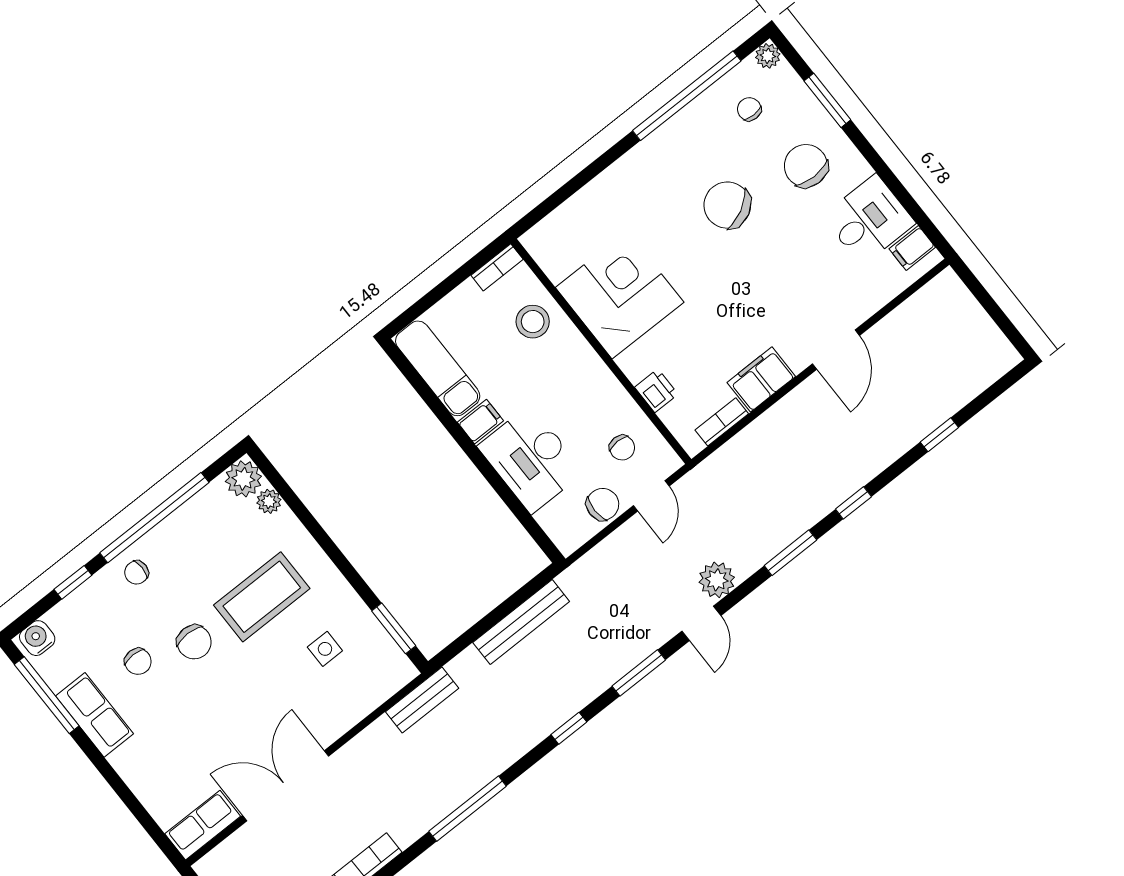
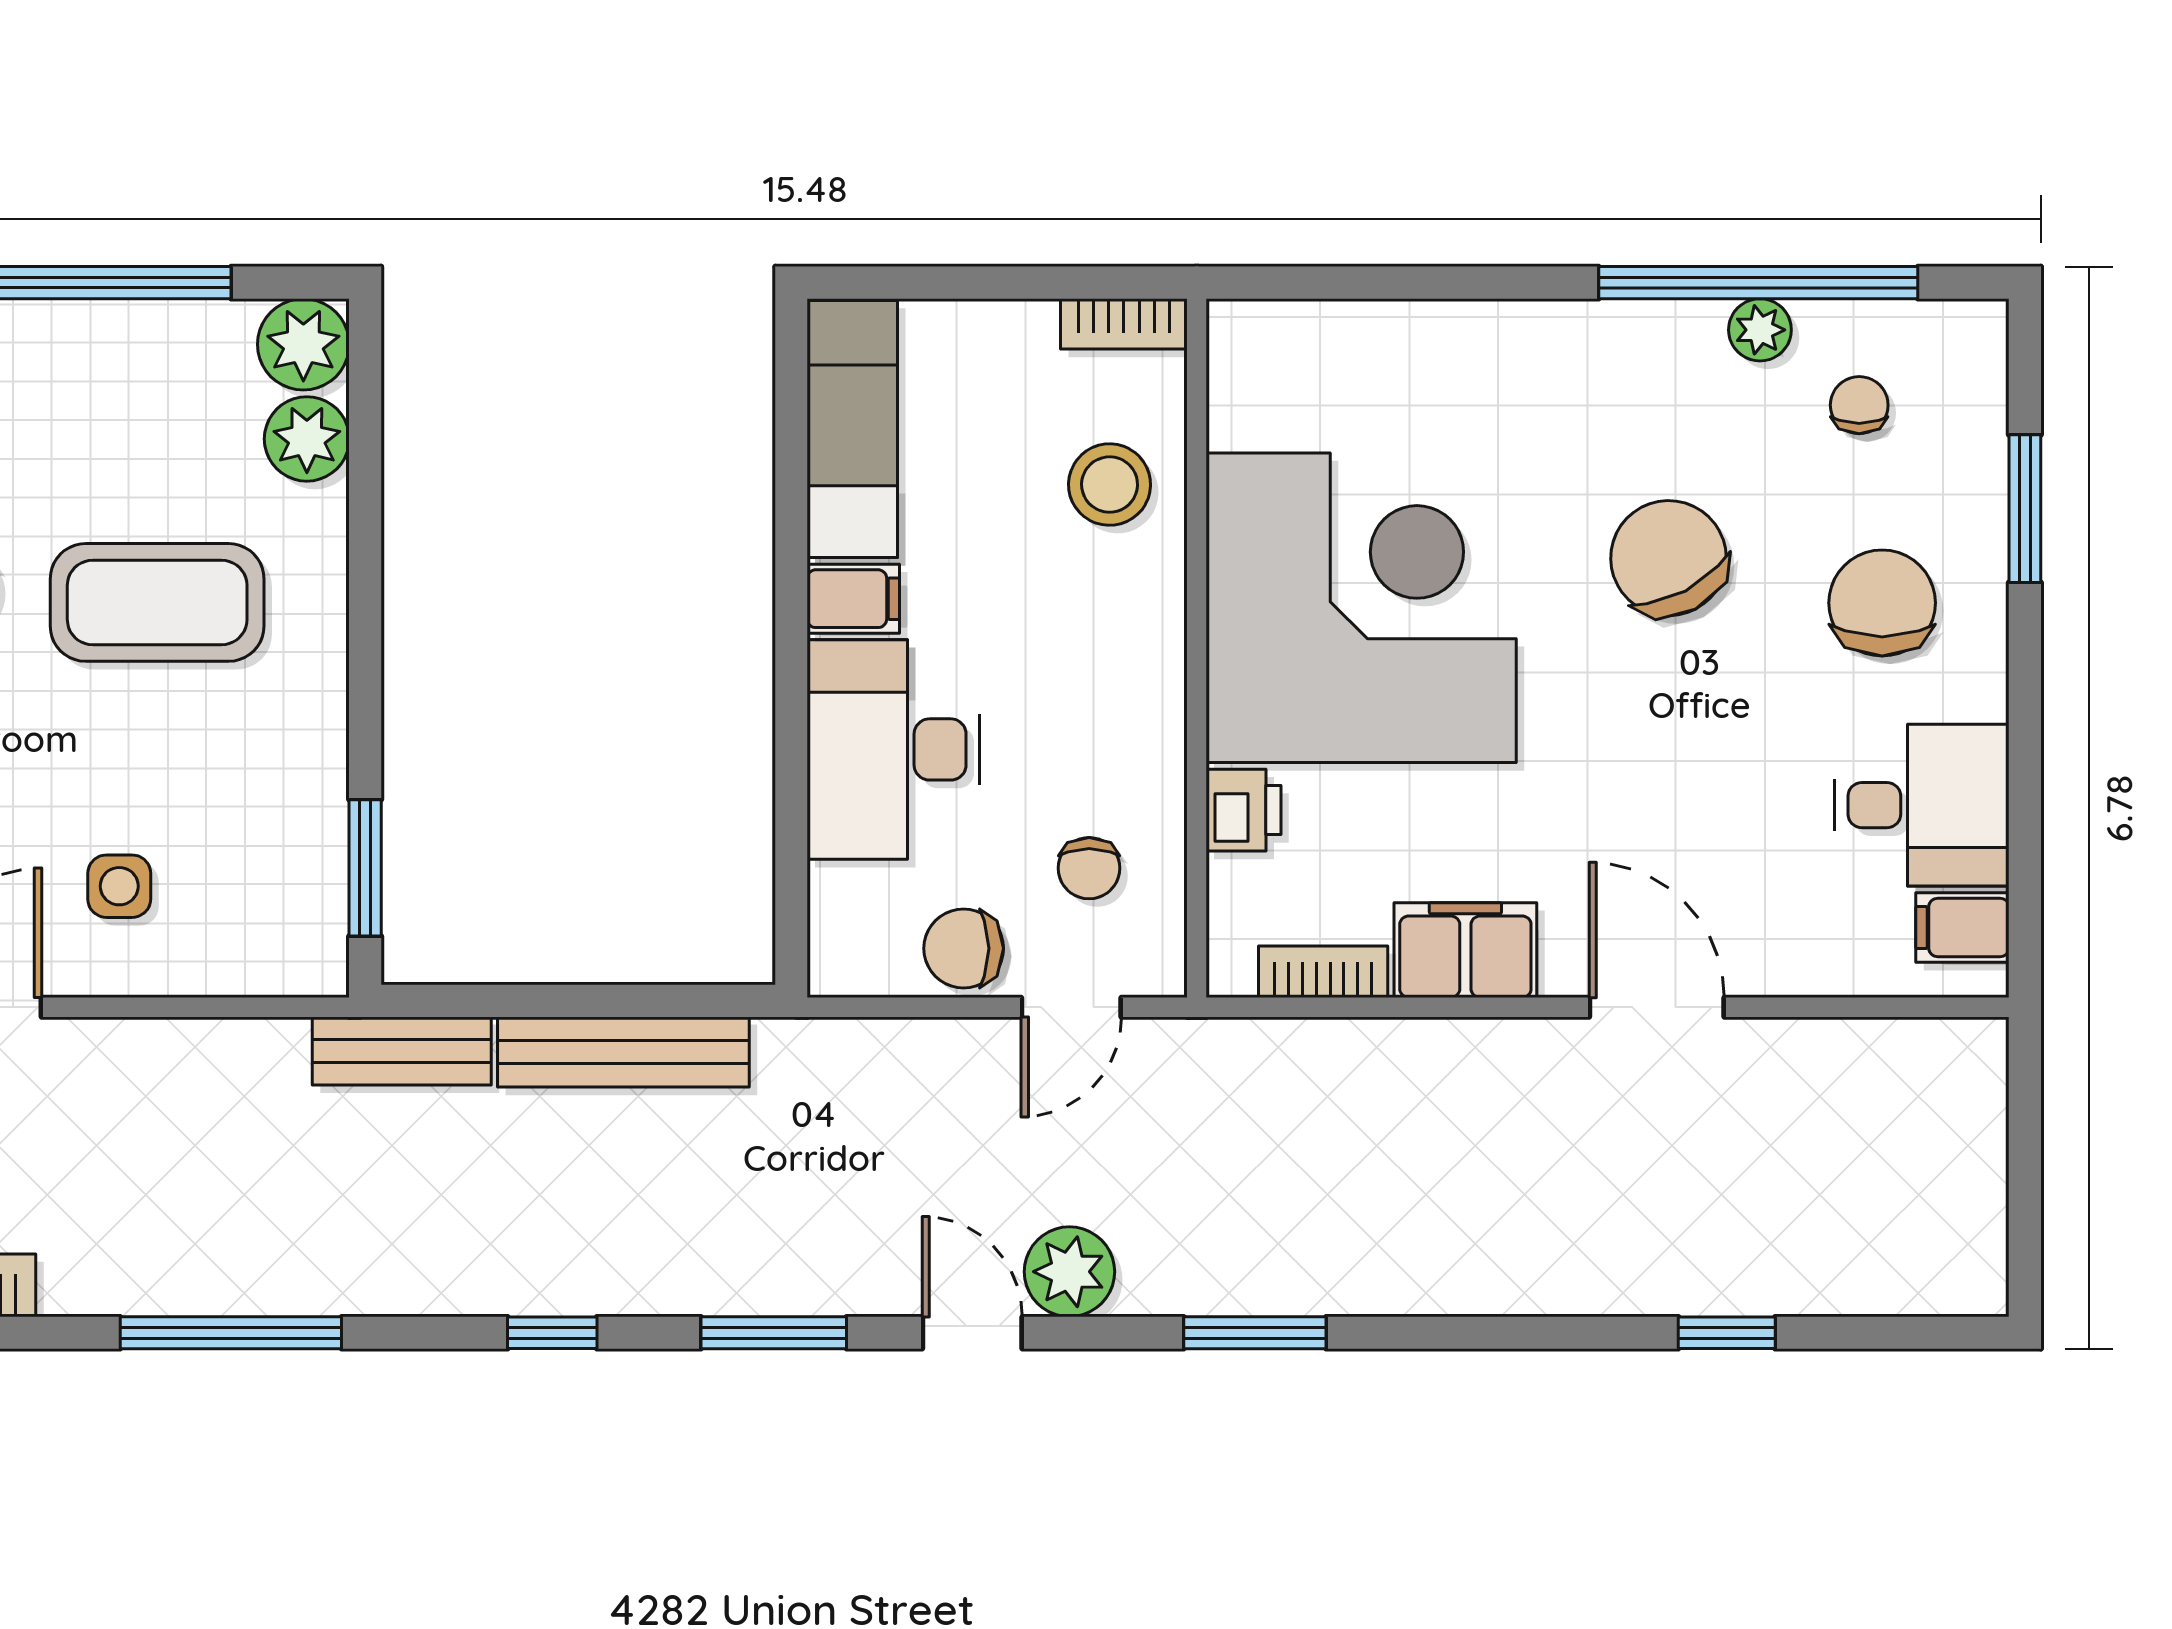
plant: (768, 56) -> (1760, 330), moved
corner desk: (620, 295) -> (1361, 608), width x1.36, depth x1.36
door: (836, 350) -> (1657, 1007), swing flipped
plant: (269, 501) -> (307, 439), width x1.38, depth x1.38
window: (853, 503) -> (1454, 1333), removed
chair: (603, 504) -> (964, 948), turned 180
door: (701, 623) -> (972, 1333), swing flipped
side table: (325, 649) -> (119, 886), moved
bench: (422, 700) -> (402, 1051), moved

